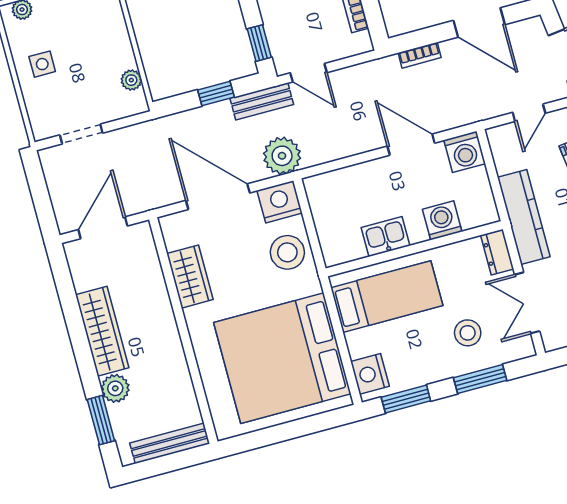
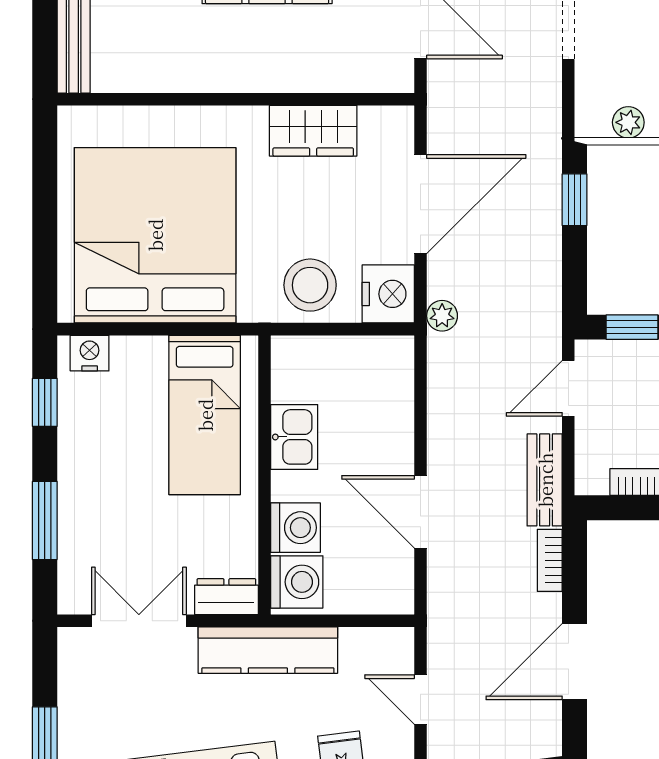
window: (216, 93) -> (574, 200), moved
bench: (262, 101) -> (545, 480), moved
door: (411, 145) -> (420, 512), swing flipped
washing machine: (465, 152) -> (297, 582), moved, turned 180
plant: (282, 156) -> (442, 316), width x0.53, depth x0.53
stool: (468, 333) -> (118, 520), removed
nightstand: (370, 374) -> (90, 353), width x0.74, depth x0.75
window: (406, 399) -> (45, 402), width x0.67

